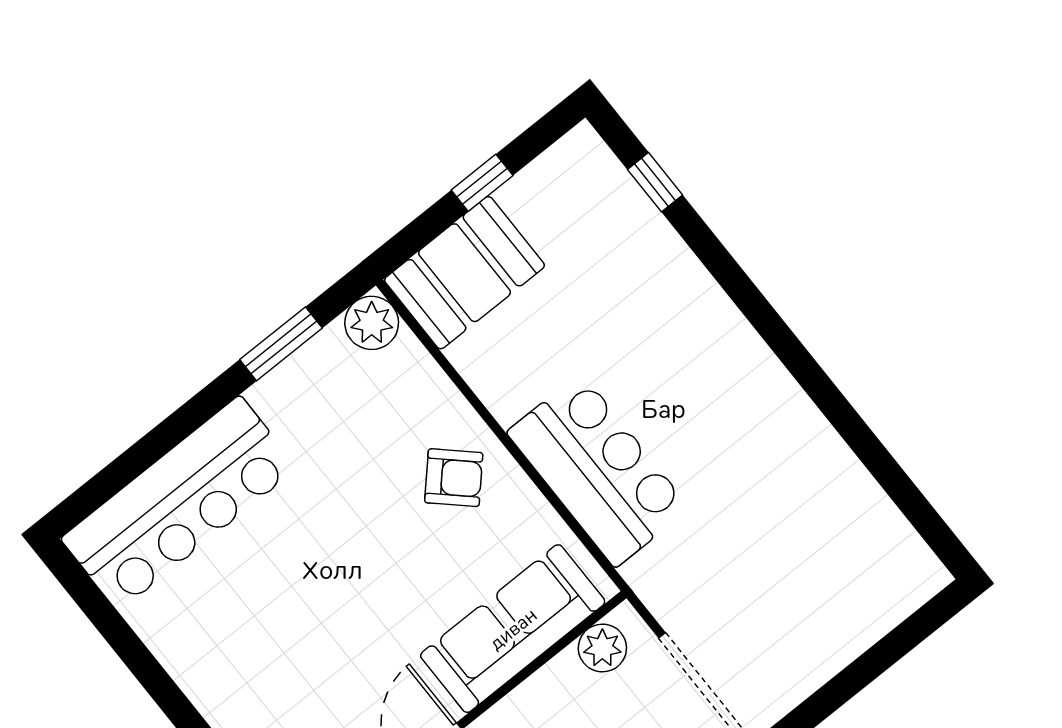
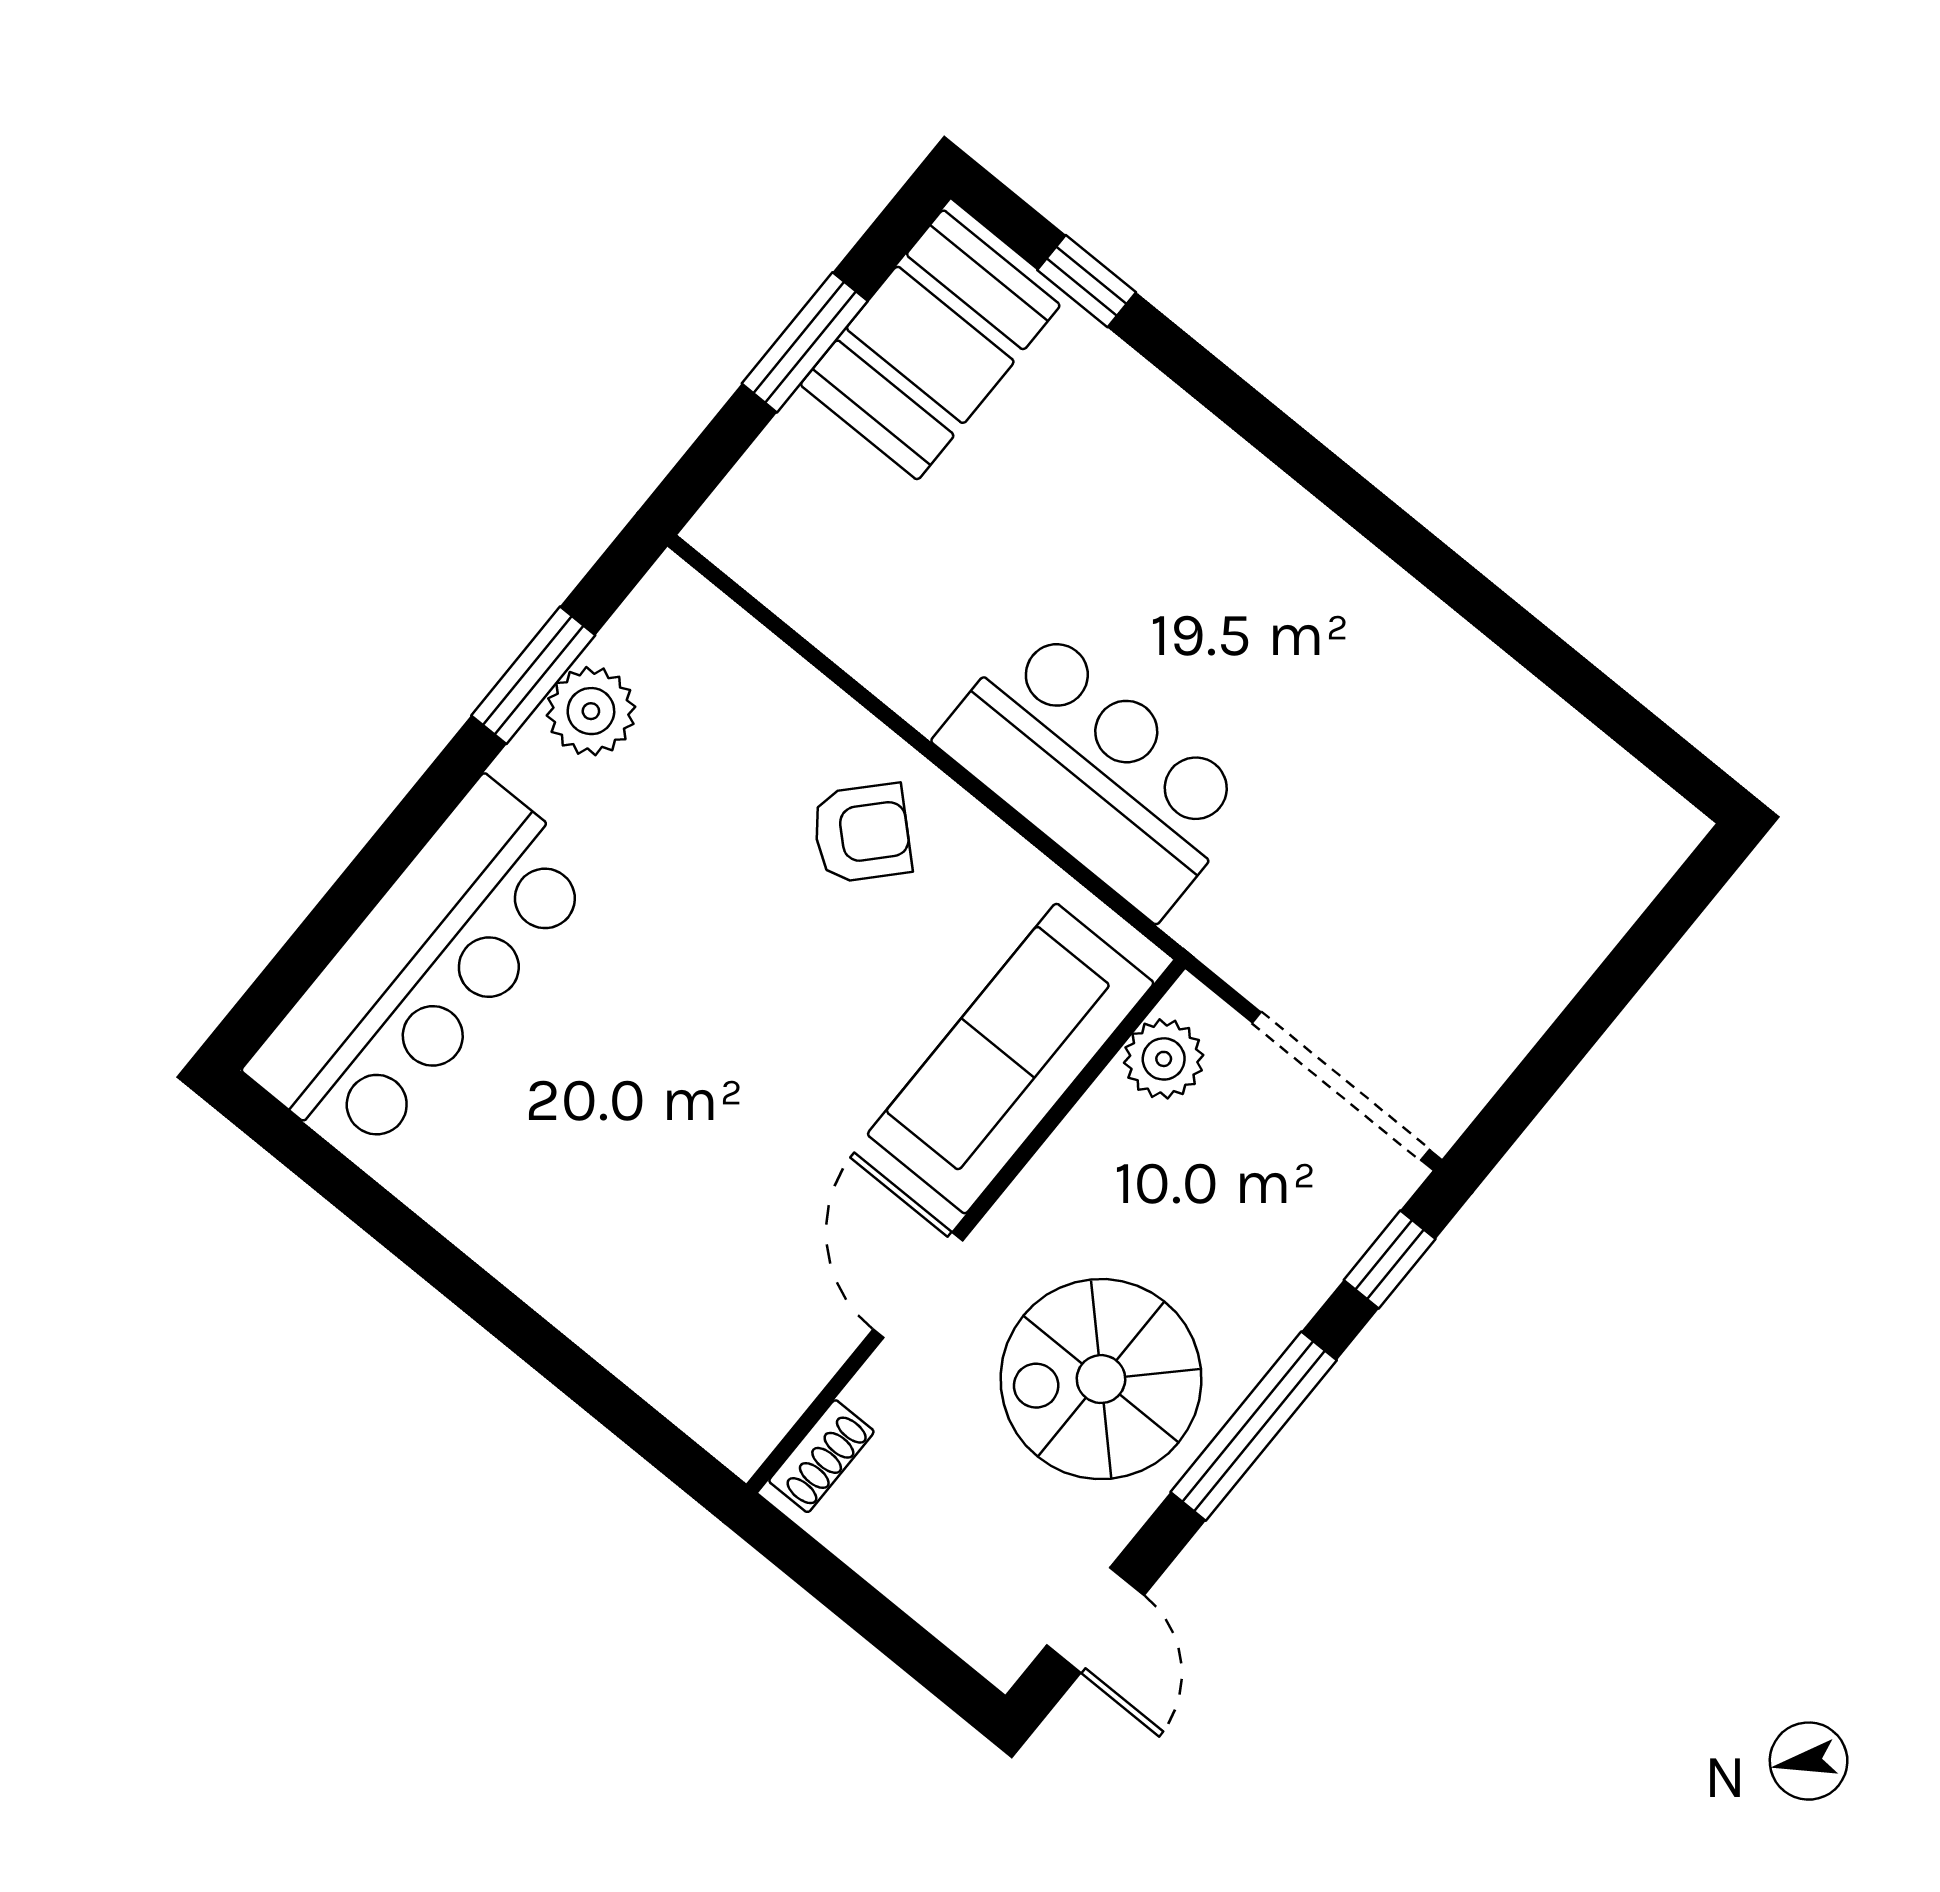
window: (482, 183) -> (805, 342), width x1.50
booth: (464, 273) -> (930, 345), moved
plant: (372, 323) -> (591, 711), moved

